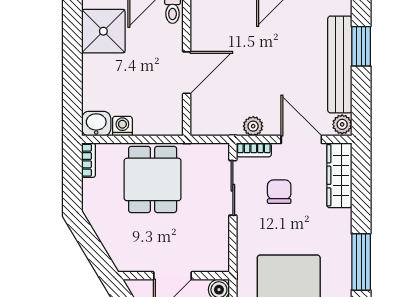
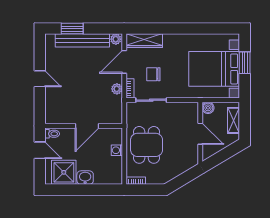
door: (187, 73) -> (87, 126), swing flipped
washbasin: (96, 124) -> (85, 178), moved, turned 90
washing machine: (122, 126) -> (117, 150), moved
dining table: (153, 179) -> (147, 145), turned 90
window: (361, 262) -> (193, 29), removed

